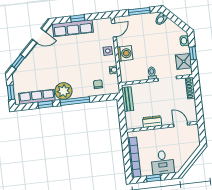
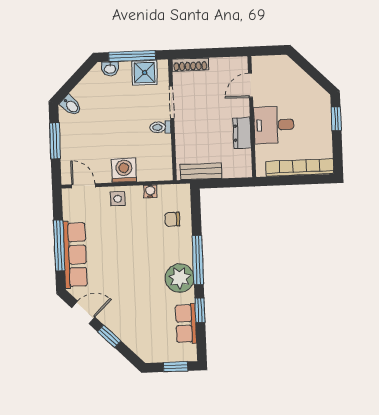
window: (78, 18) -> (59, 245), width x2.17
door: (39, 36) -> (83, 312), hinge flipped
window: (193, 53) -> (132, 56), width x2.17
window: (18, 62) -> (109, 336), moved
row of seats: (37, 97) -> (186, 324), width x0.68
desk: (163, 162) -> (274, 125), moved, turned 180
window: (154, 178) -> (336, 119), moved

